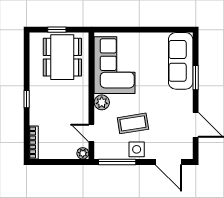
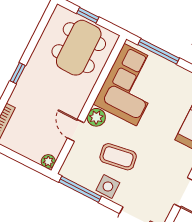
window: (123, 30) -> (159, 51), added
door: (91, 133) -> (76, 130), moved

